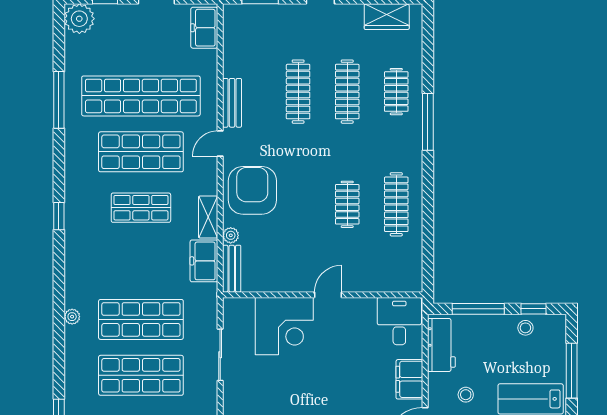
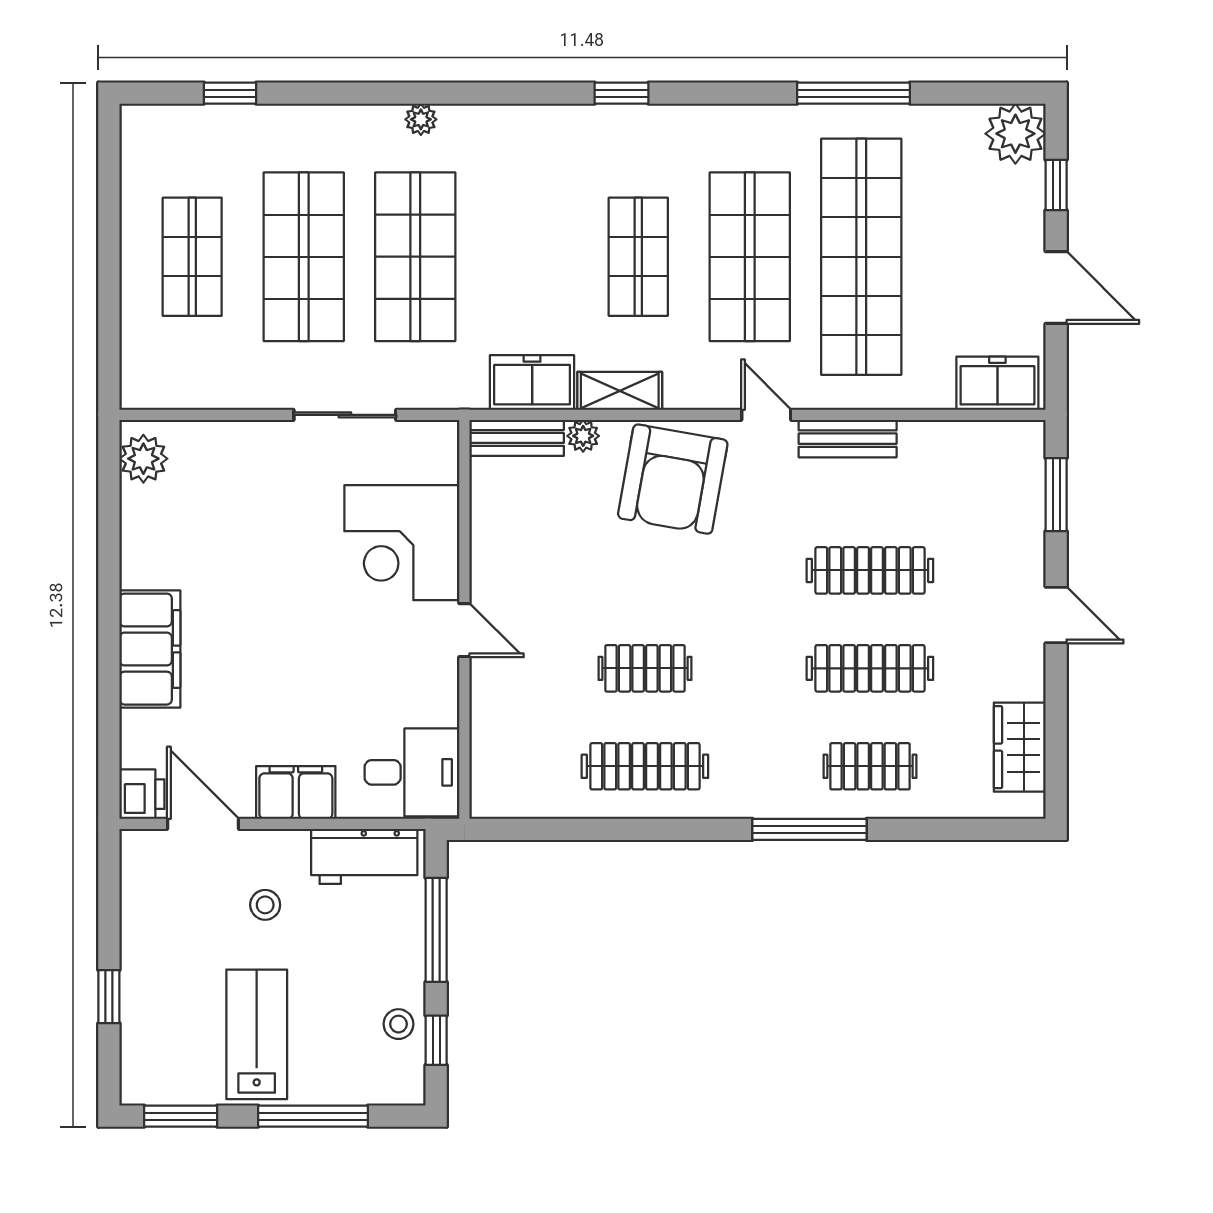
armchair: (252, 190) -> (673, 479), turned 100

